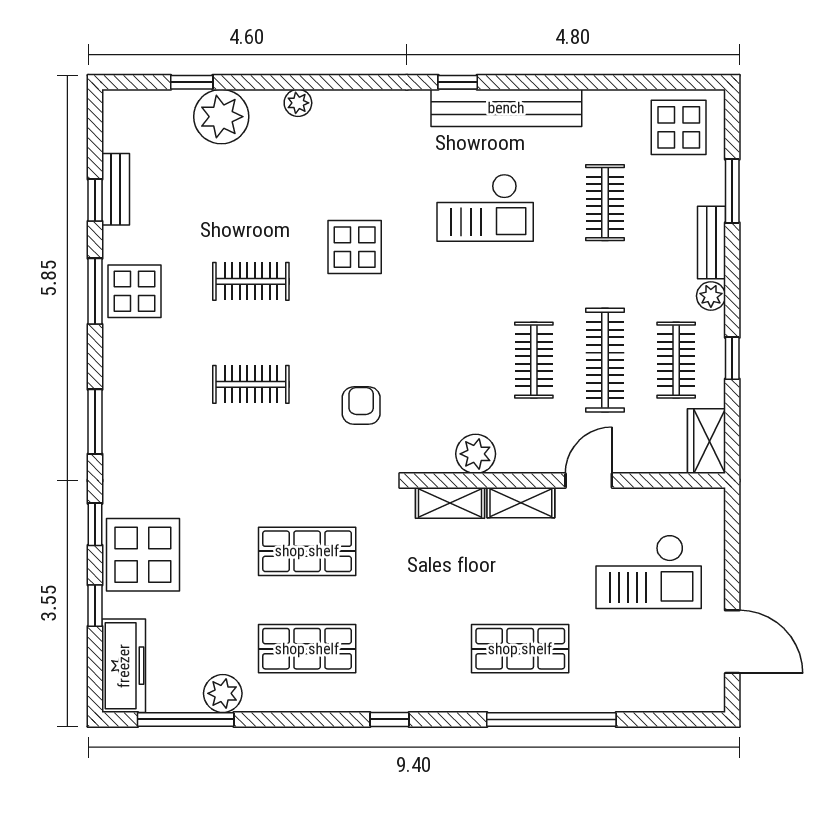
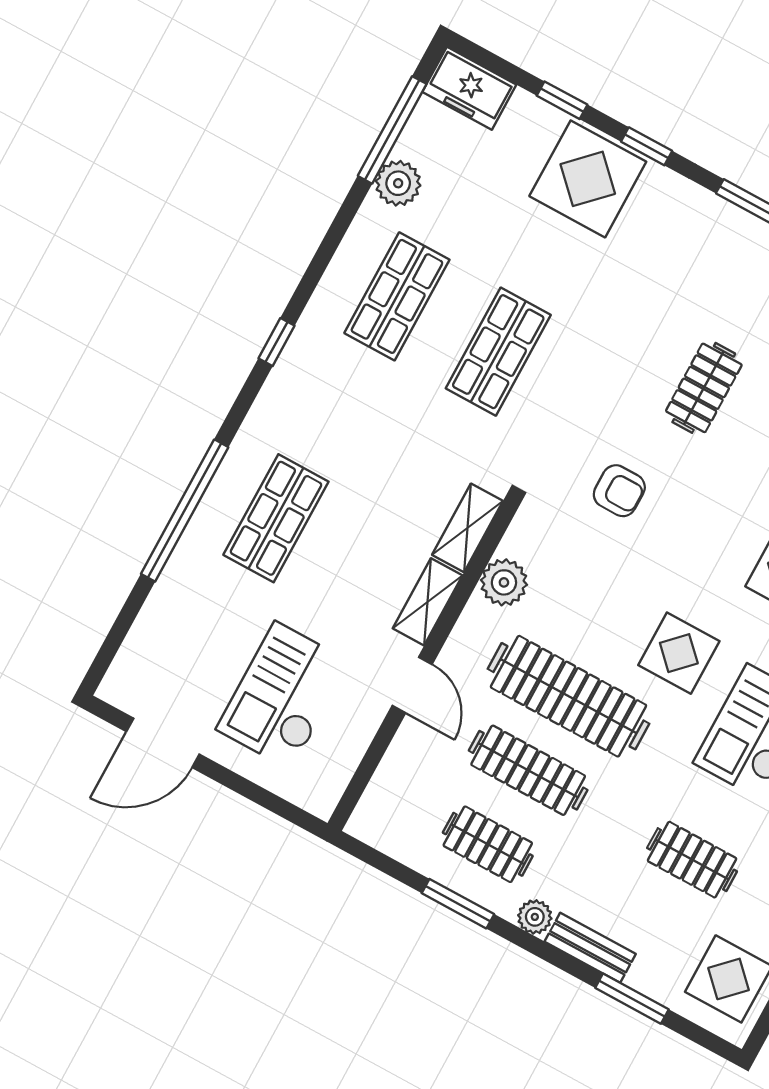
display table: (457, 296) -> (679, 653), added
window: (732, 358) -> (458, 904), width x1.50
clothes rail: (534, 360) -> (568, 696), width x1.86, depth x1.31
wardrobe: (706, 441) -> (386, 830), removed
freezer: (124, 666) -> (469, 88), width x0.71

